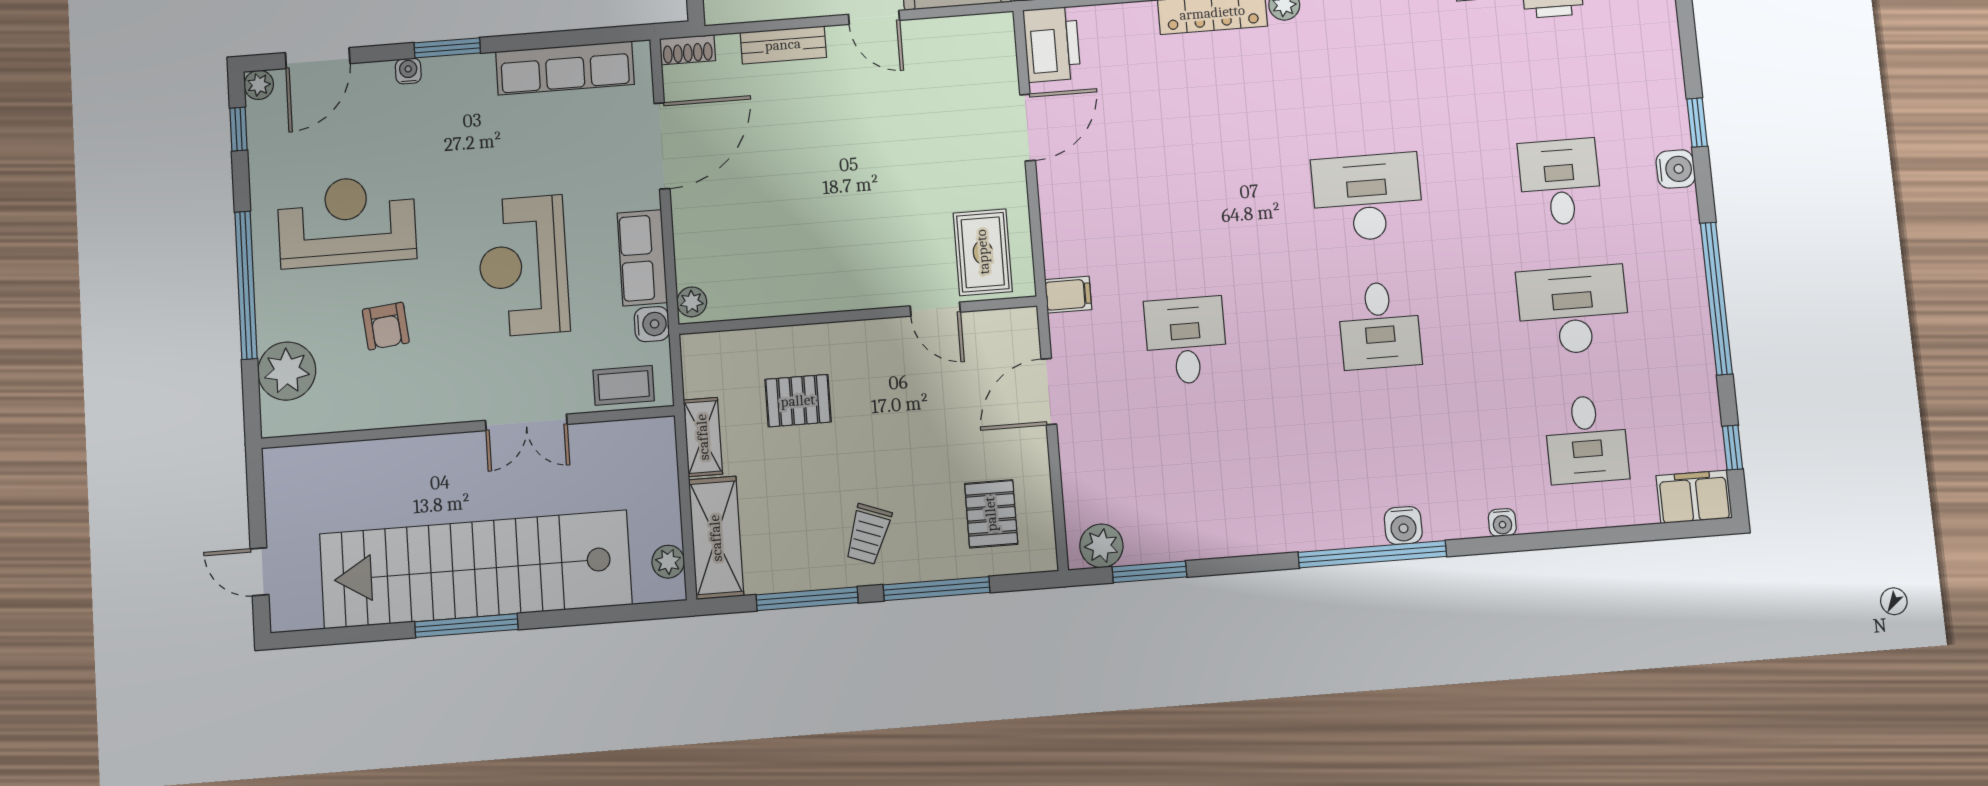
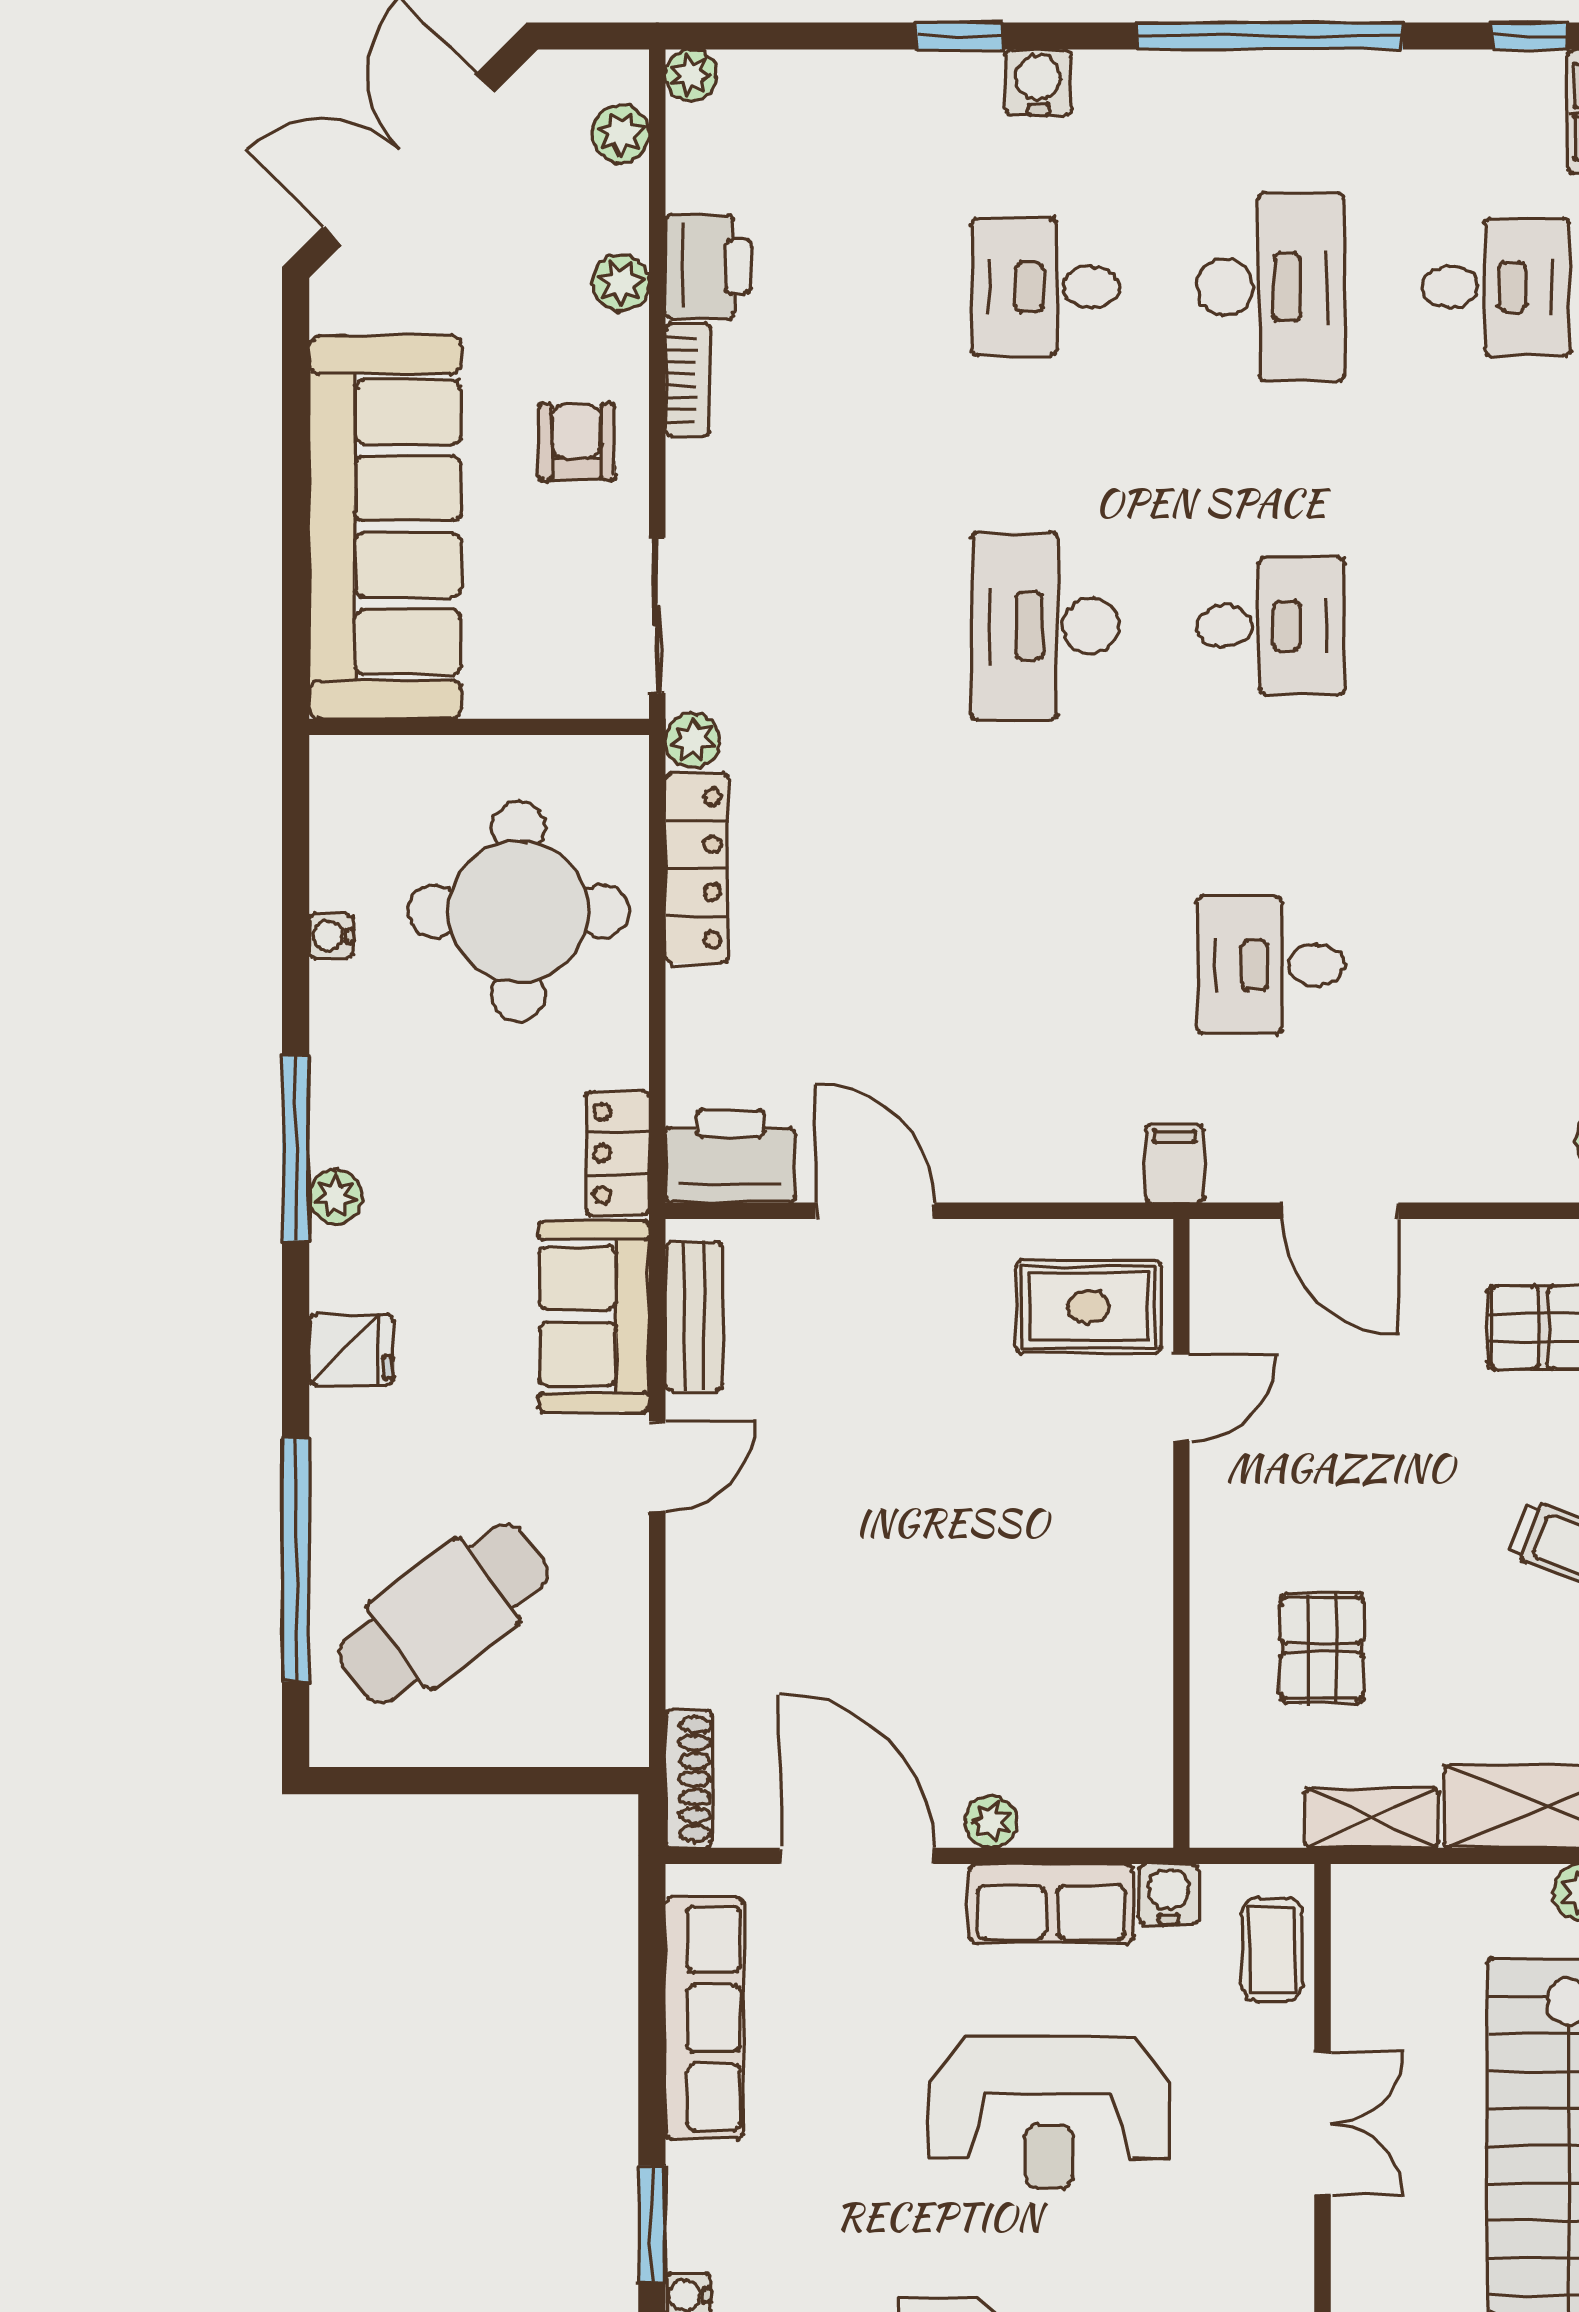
bench: (783, 45) -> (694, 1316), moved
shoe rack: (688, 50) -> (689, 1779), width x1.43
plant: (692, 302) -> (991, 1822), moved
desk: (1573, 310) -> (1271, 287), turned 180

